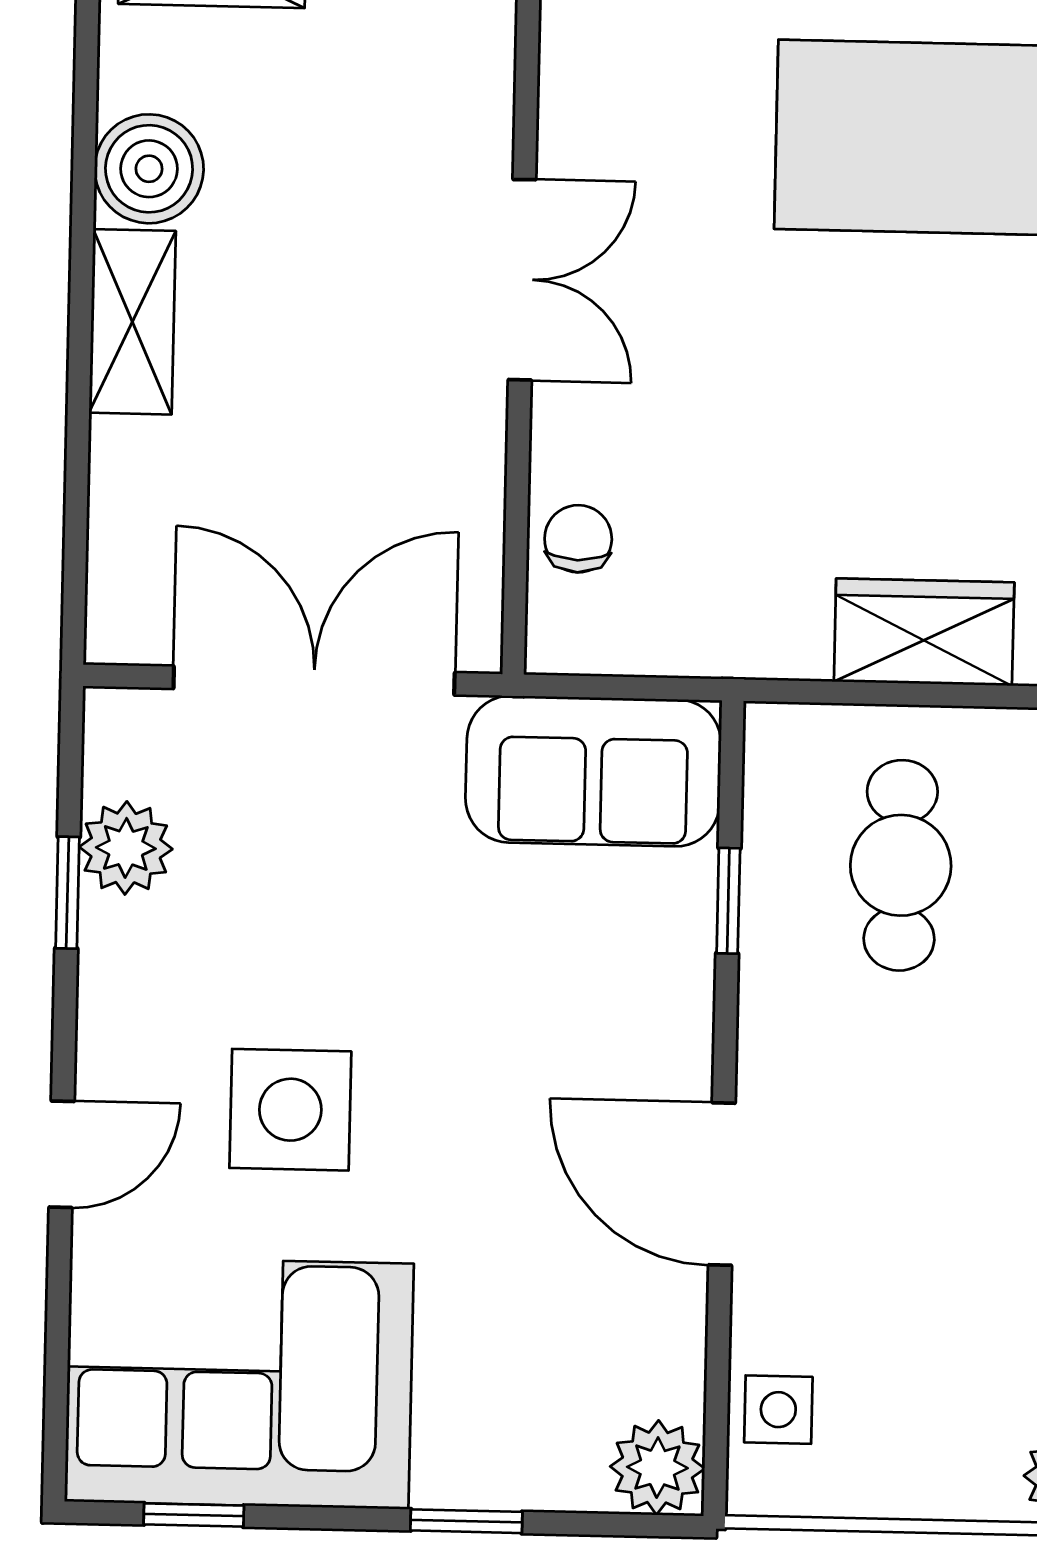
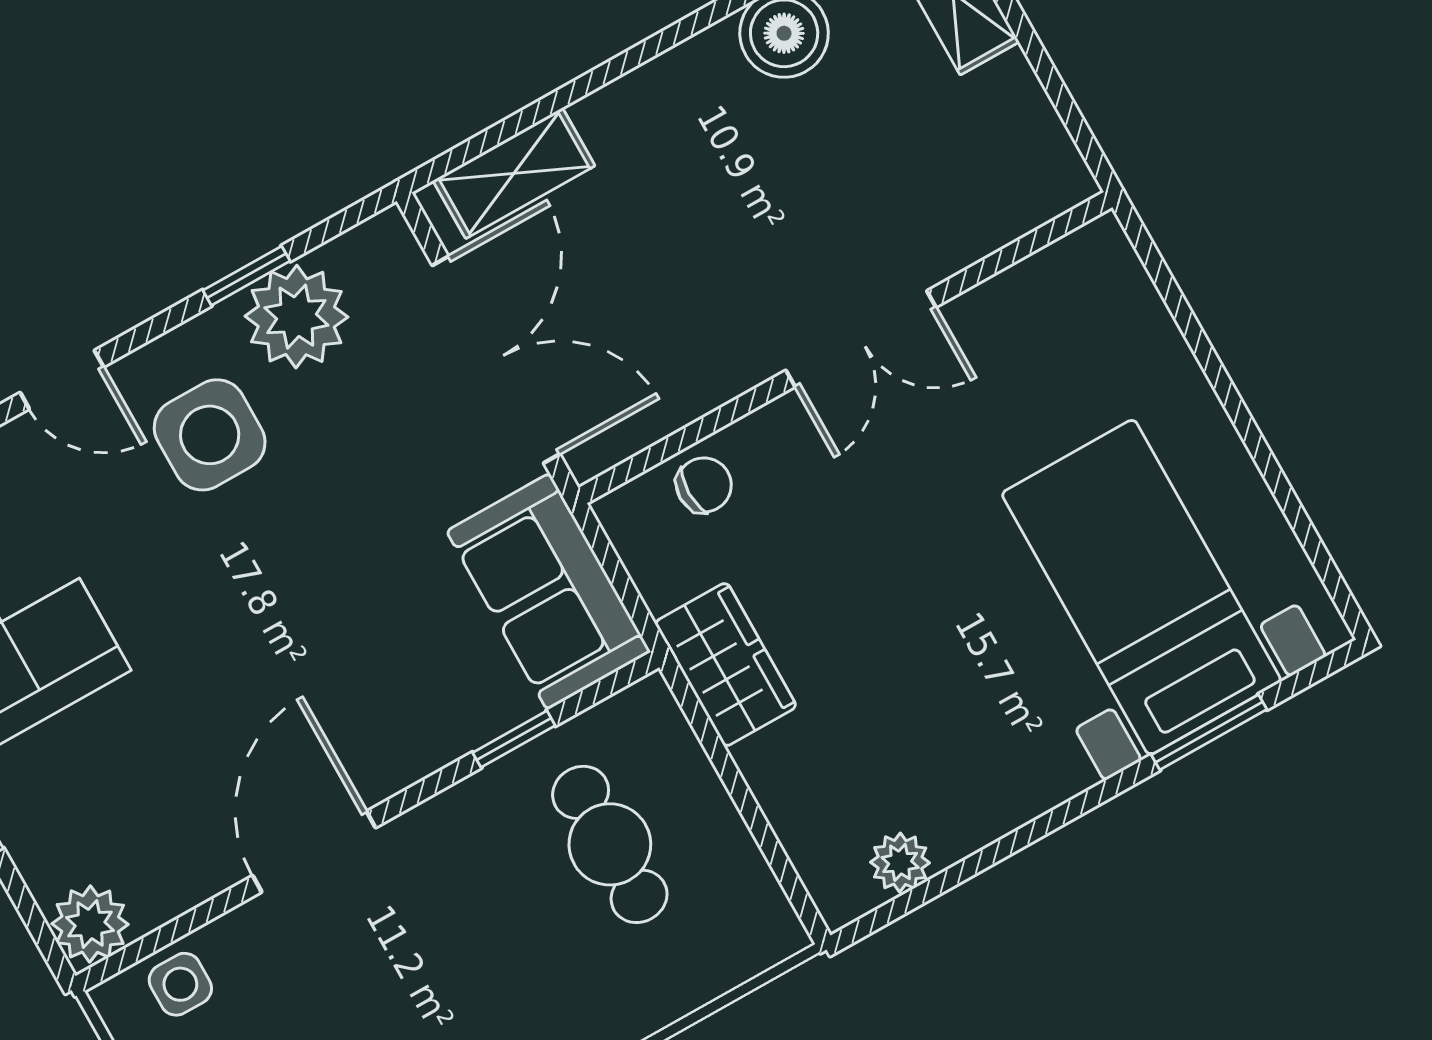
shelving: (132, 322) -> (514, 173), moved
wardrobe: (924, 632) -> (726, 665), moved
plant: (126, 848) -> (296, 317), width x1.36, depth x1.36
cafe table: (901, 865) -> (610, 844), turned 90
side table: (290, 1110) -> (210, 435), moved

